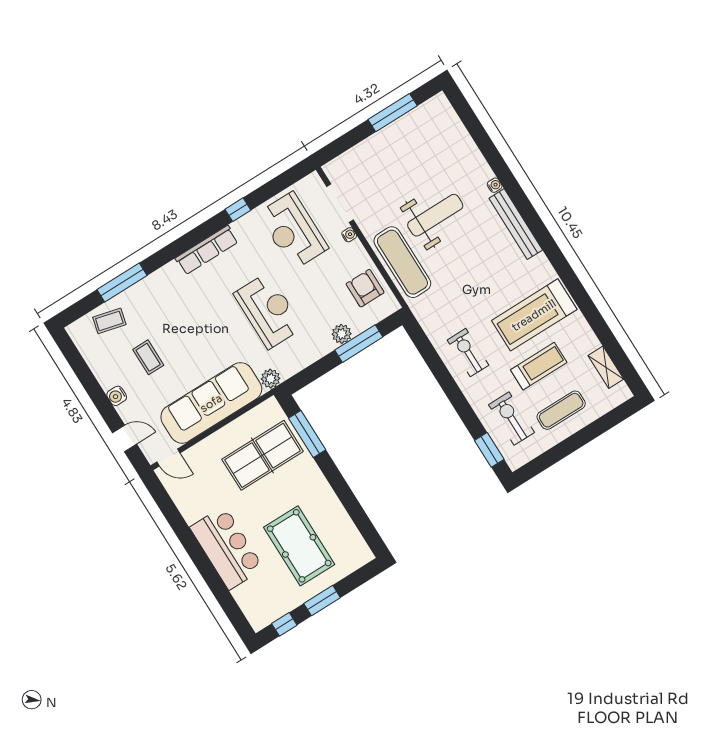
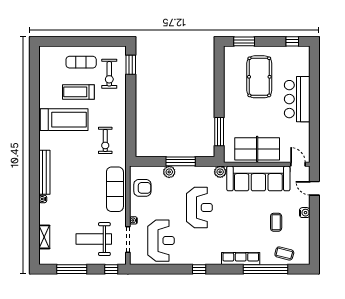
window: (337, 147) -> (111, 269), added
window: (238, 210) -> (199, 269), moved
weight bench: (435, 215) -> (94, 239), moved
row of seats: (207, 250) -> (241, 258), moved
window: (122, 282) -> (265, 269), width x1.46
armchair: (365, 288) -> (142, 188), turned -90
reception desk: (268, 311) -> (199, 208), turned 180
window: (359, 344) -> (181, 161), moved
exercise bike: (468, 353) -> (105, 140), moved
shelving: (606, 367) -> (44, 237), moved
table tennis table: (263, 455) -> (257, 149), moved
window: (322, 601) -> (244, 41), moved

